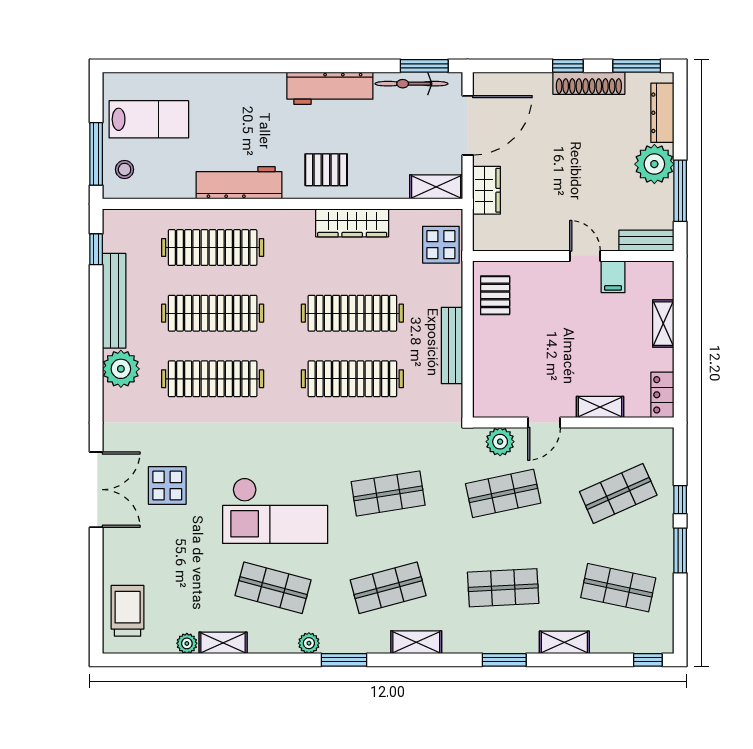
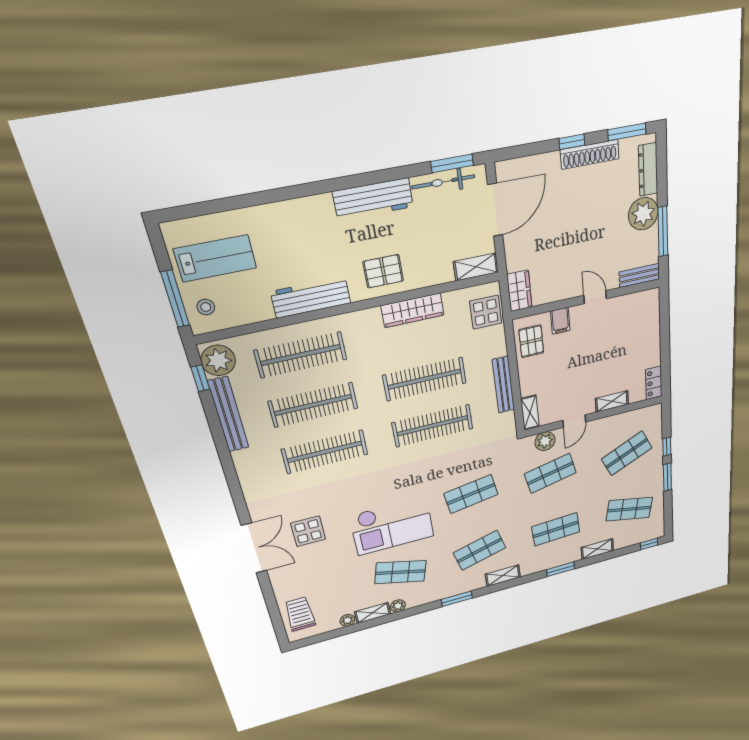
wardrobe: (486, 190) -> (519, 291), moved
filing cabinet: (613, 277) -> (560, 321), moved
shelving: (663, 324) -> (530, 413), moved
plant: (121, 369) -> (218, 360), moved
plant: (309, 643) -> (398, 606), moved

